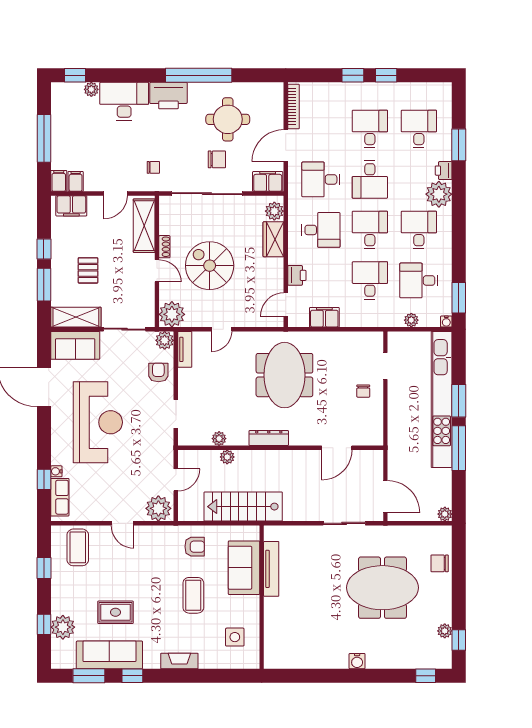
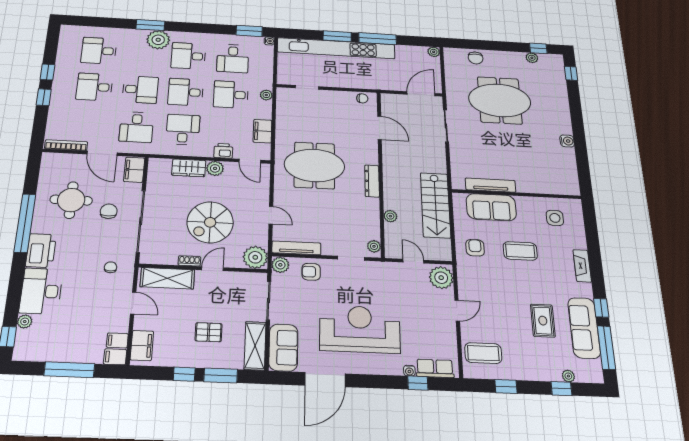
window: (459, 145) -> (150, 25), moved
printer: (444, 171) -> (138, 35), removed
plant: (274, 211) -> (215, 168), moved
plant: (411, 320) -> (266, 95), moved
tv unit: (185, 349) -> (296, 248), width x1.41
chair: (363, 391) -> (362, 98), moved
plant: (219, 439) -> (374, 246), moved
meeting table: (382, 588) -> (500, 100), turned 90
plant: (63, 627) -> (568, 376), width x0.53, depth x0.53
water cooler: (357, 661) -> (567, 141), moved
window: (89, 676) -> (606, 348), width x1.44

